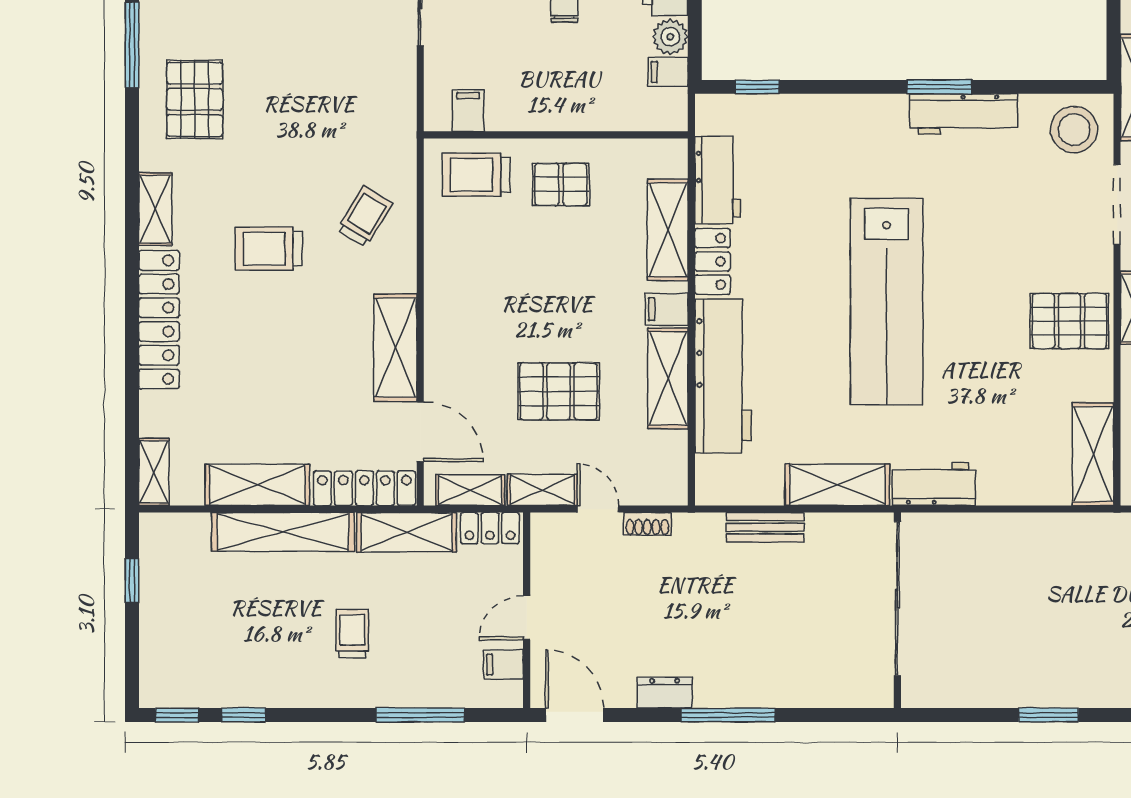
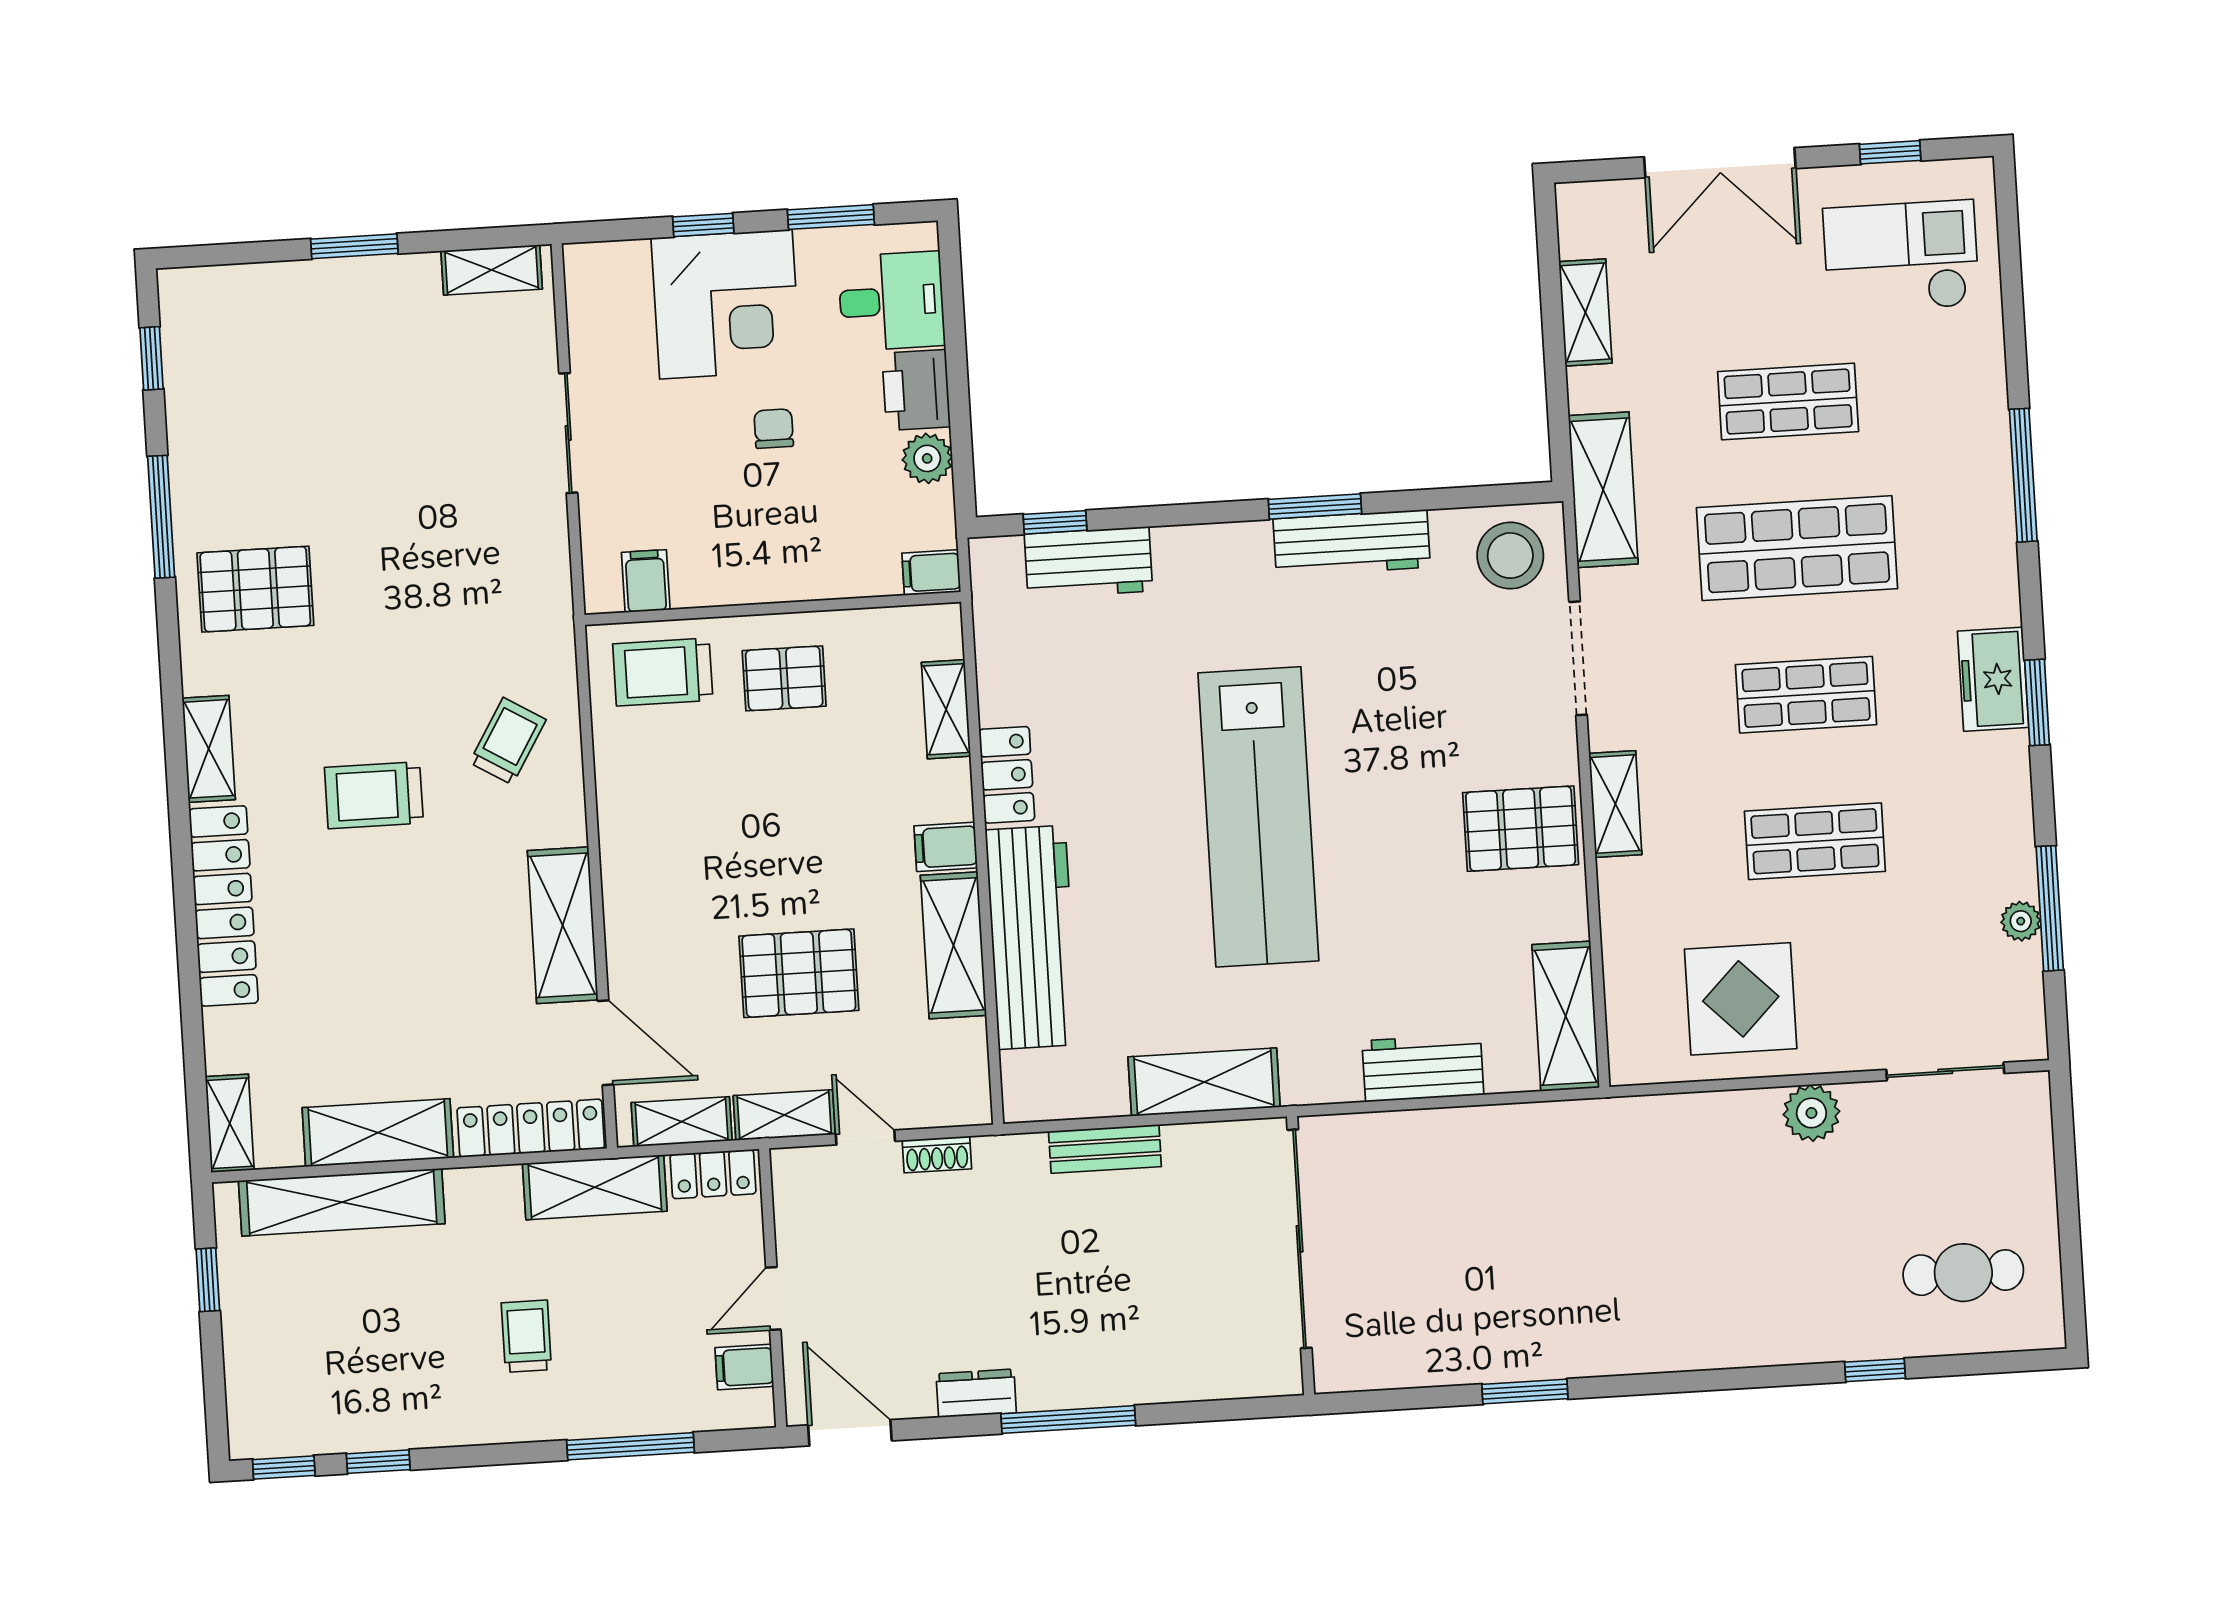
filing cabinet: (668, 72) -> (931, 572), moved
pallet: (195, 99) -> (255, 589), turned 90
workbench: (718, 180) -> (1088, 562), moved, turned 90
shelving: (668, 230) -> (946, 709), width x0.67, depth x0.75
workbench: (934, 484) -> (1423, 1068), moved
shelving: (283, 532) -> (342, 1202), moved

